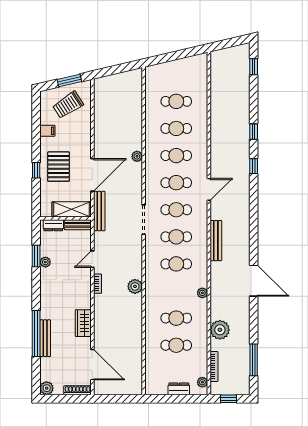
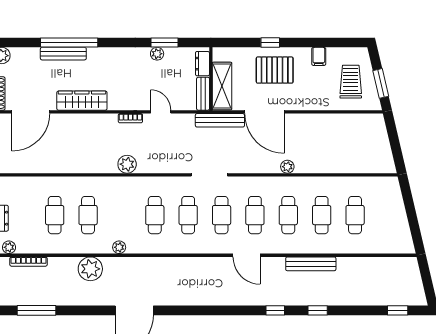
trolley: (68, 105) -> (351, 82), turned 33
bench: (216, 241) -> (311, 264), moved
wardrobe: (83, 323) -> (82, 101), width x1.50
plant: (220, 330) -> (90, 269), moved

